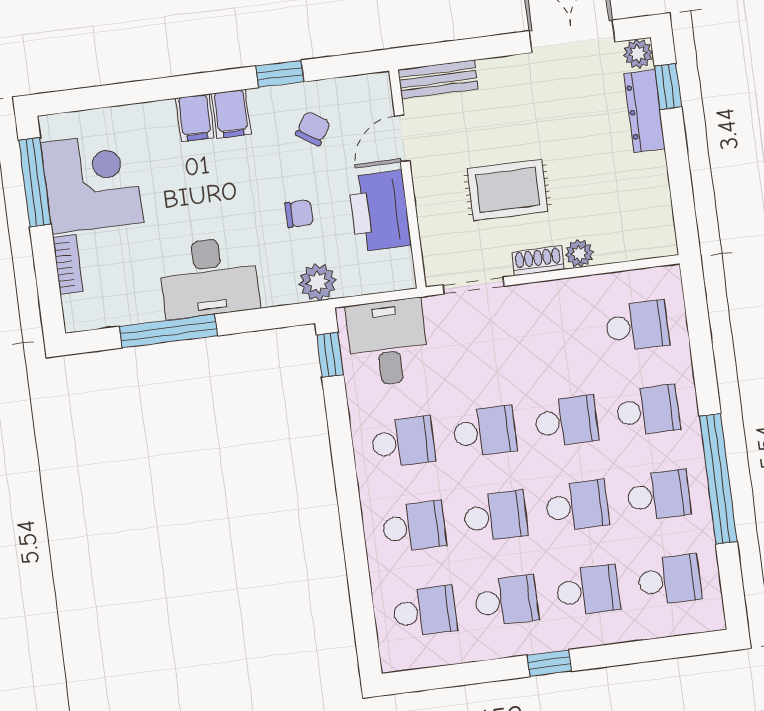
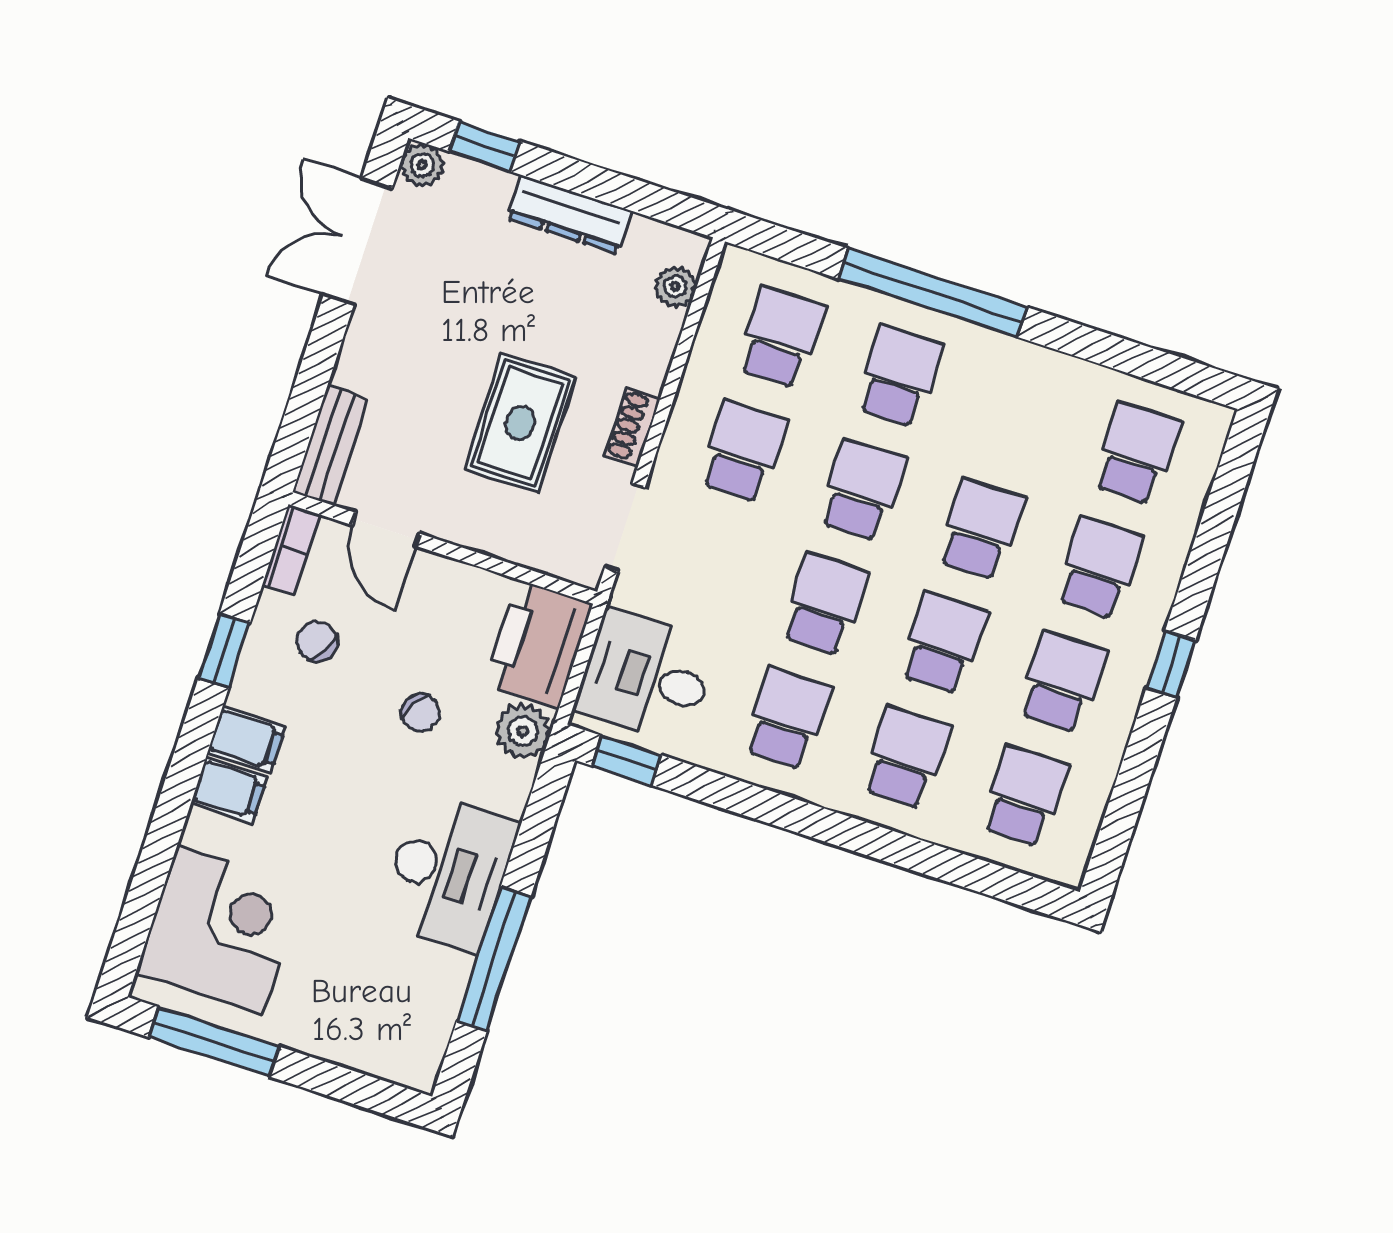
dresser: (645, 111) -> (569, 215), moved
corner desk: (92, 183) -> (220, 930), moved, turned 90
printer: (380, 211) -> (538, 644), moved, turned 90
chair: (299, 214) -> (421, 713), turned 119
plant: (579, 253) -> (675, 287), moved
bookcase: (68, 264) -> (291, 550), moved, turned 90
window: (718, 479) -> (933, 293), moved
school desk: (659, 495) -> (743, 451), moved

